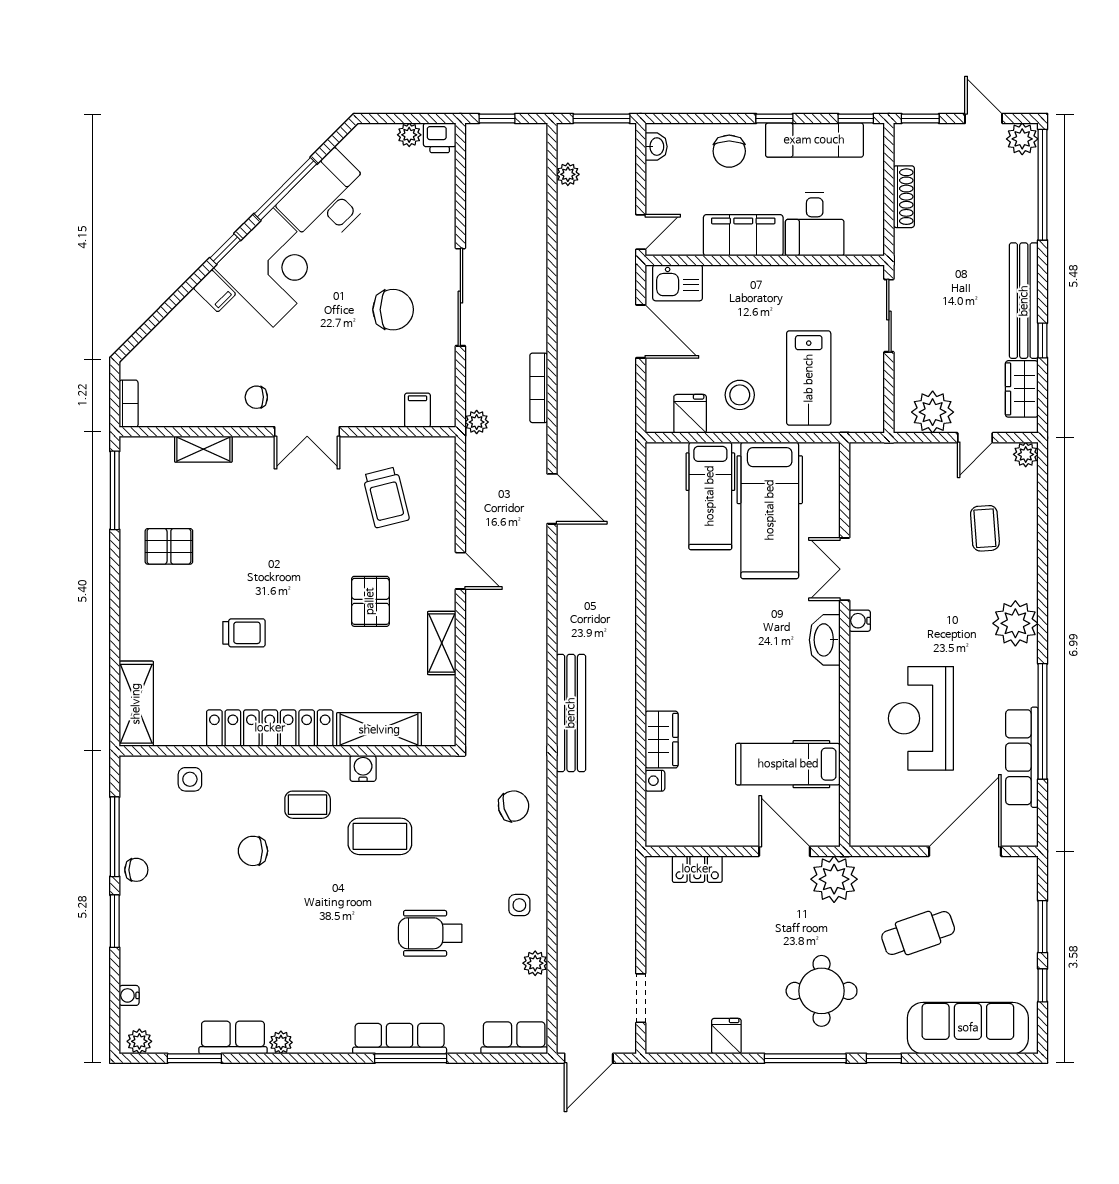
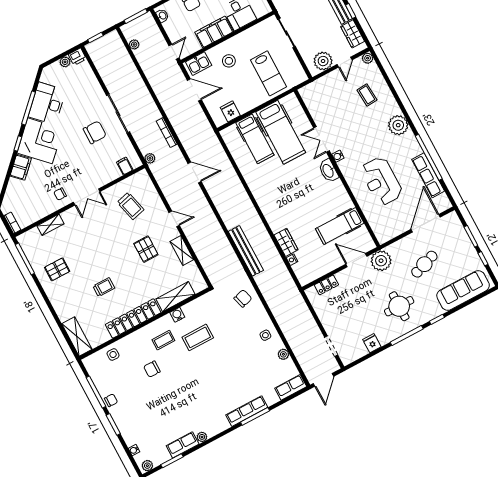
filing cabinet: (215, 291) -> (21, 167), width x2.00
stool: (740, 395) -> (229, 61), moved
wheelchair: (430, 933) -> (237, 364), removed

